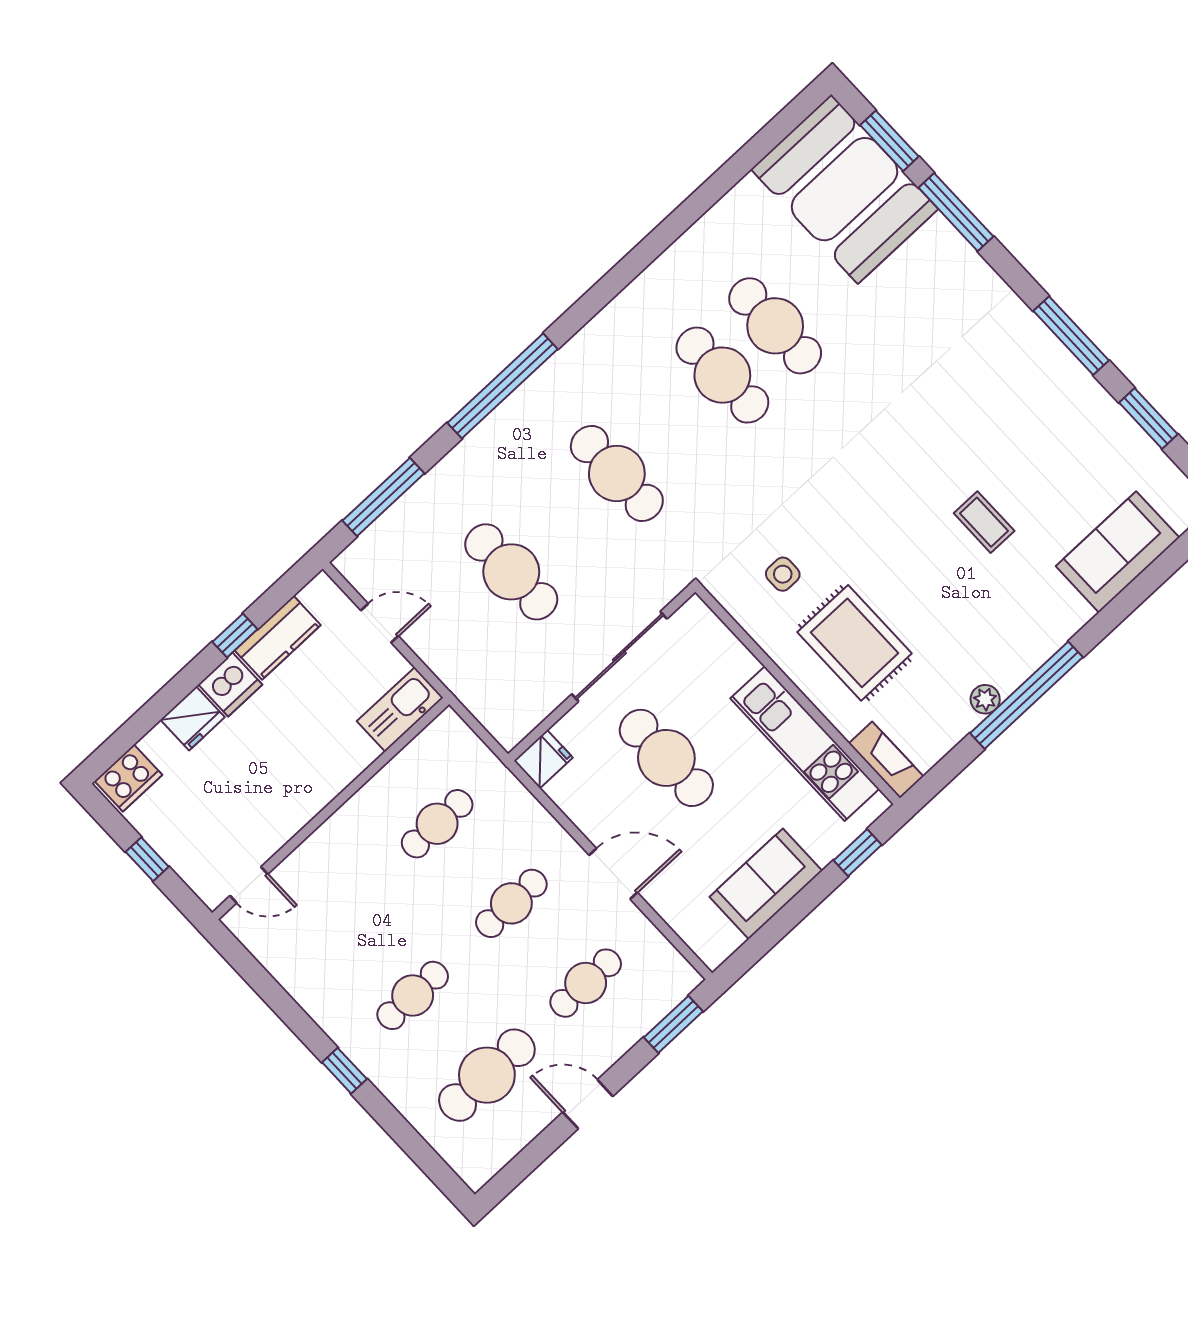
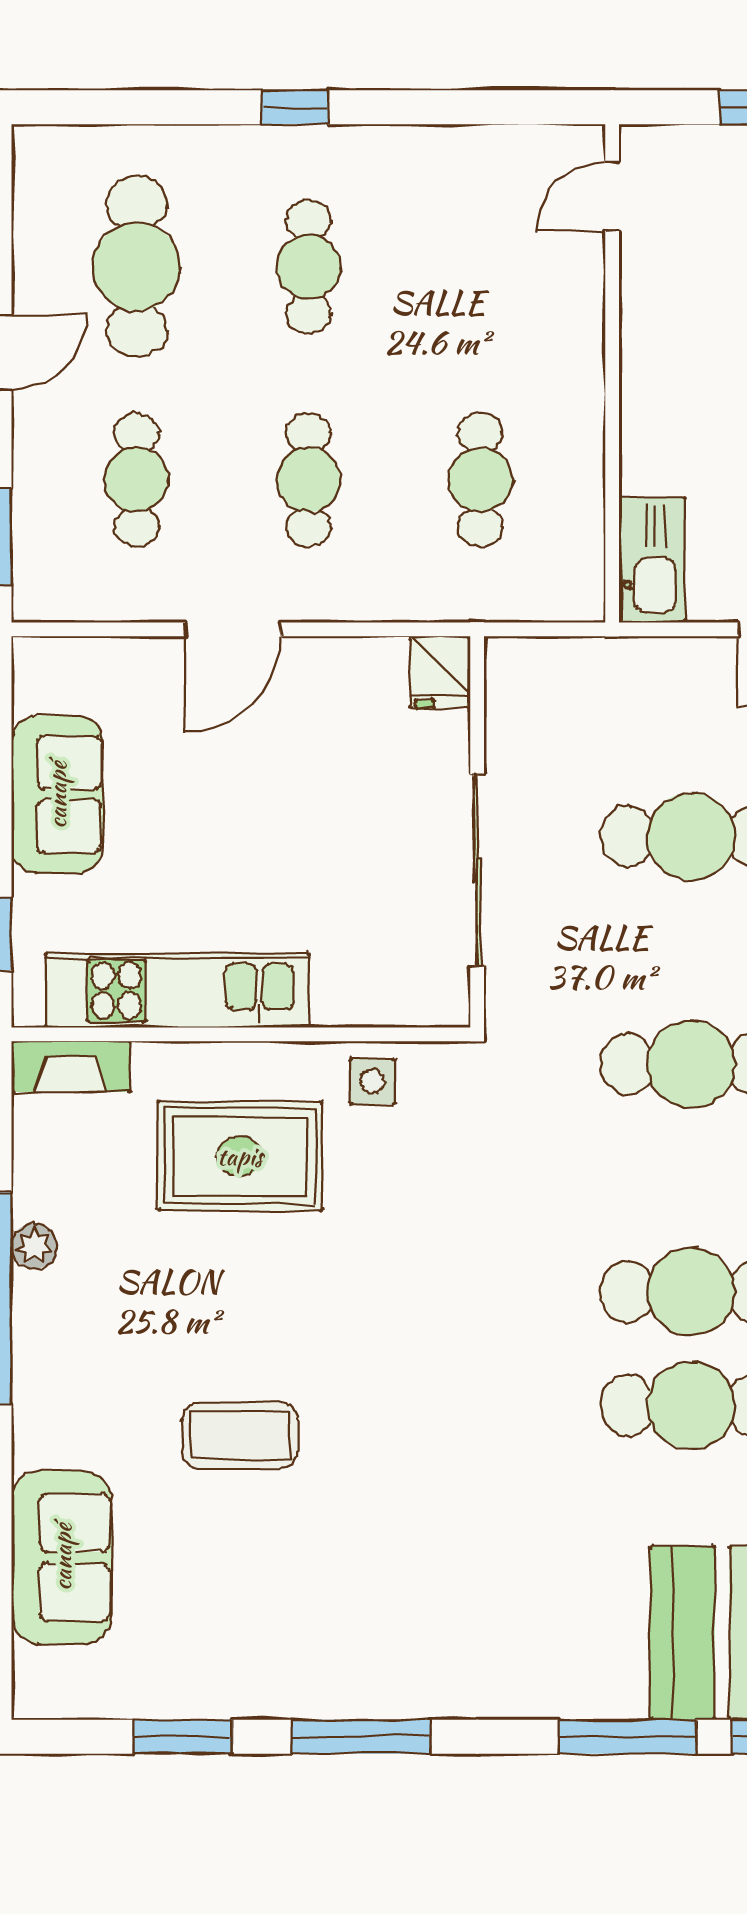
coffee table: (984, 522) -> (240, 1436), width x1.36, depth x1.30
side table: (783, 574) -> (372, 1082), moved
cafe table: (666, 758) -> (309, 815), removed

